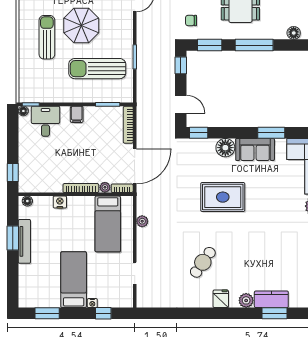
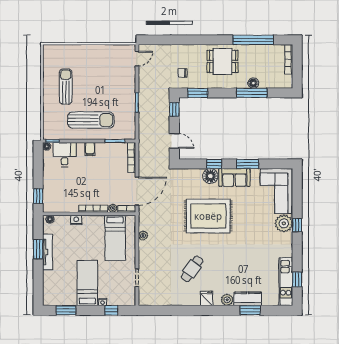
parasol: (81, 26) -> (94, 77), removed
floor lamp: (294, 33) -> (253, 83), moved
window: (254, 45) -> (252, 93), moved
sun lounger: (97, 69) -> (91, 120), moved, turned 180
window: (199, 133) -> (214, 164), moved
rug: (223, 197) -> (208, 216), width x1.37, depth x1.44

